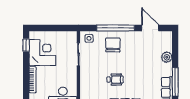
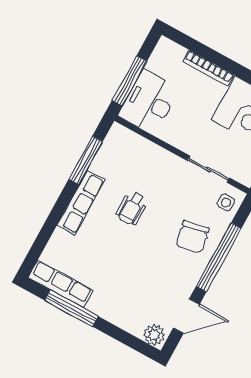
chair: (113, 45) -> (193, 237), turned 78
plant: (167, 57) -> (154, 335), moved

